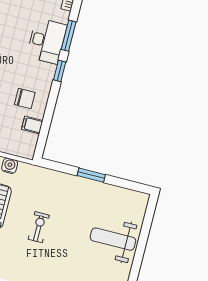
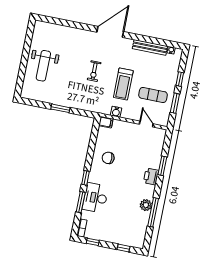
filing cabinet: (32, 125) -> (106, 122), moved
weight bench: (113, 239) -> (43, 66), turned 90

